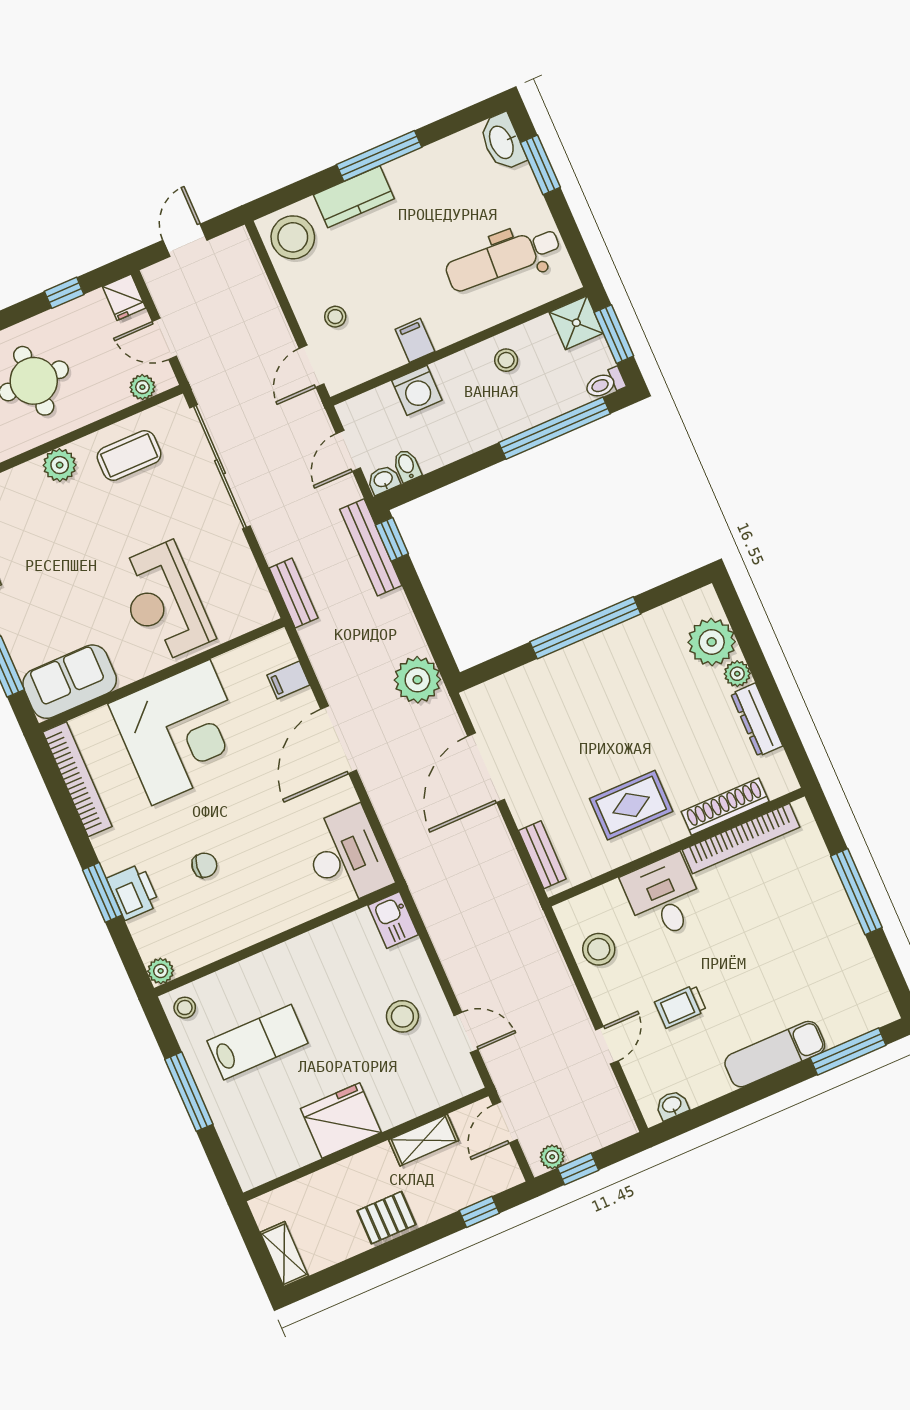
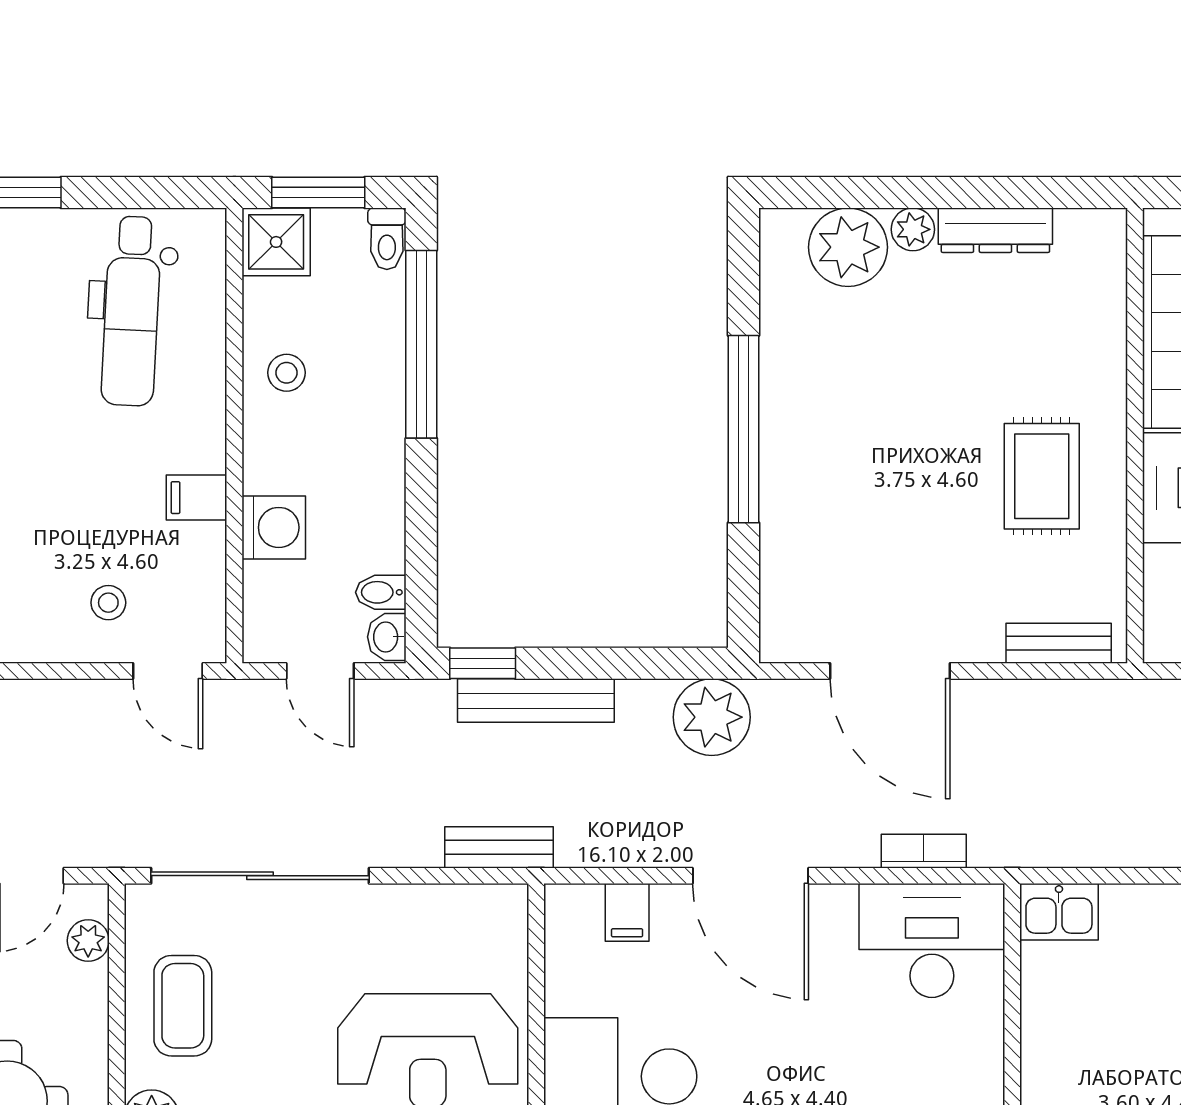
bench: (371, 547) -> (536, 701), moved
shoe rack: (725, 807) -> (1106, 335), removed
bookcase: (394, 830) -> (924, 851), added

